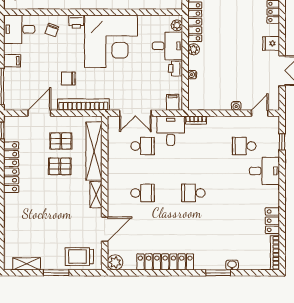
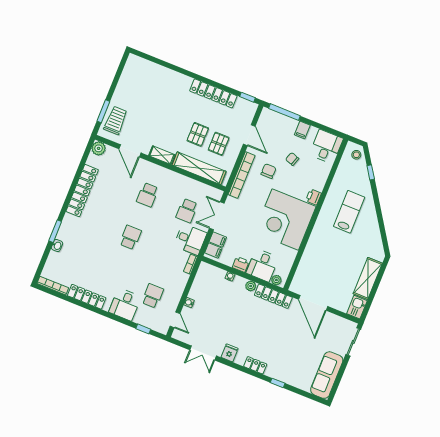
chair: (52, 30) -> (292, 159), moved
filing cabinet: (159, 102) -> (218, 239), added
locker: (272, 221) -> (87, 297), width x1.53
shelving: (27, 264) -> (127, 74), removed
window: (56, 273) -> (103, 111), moved

